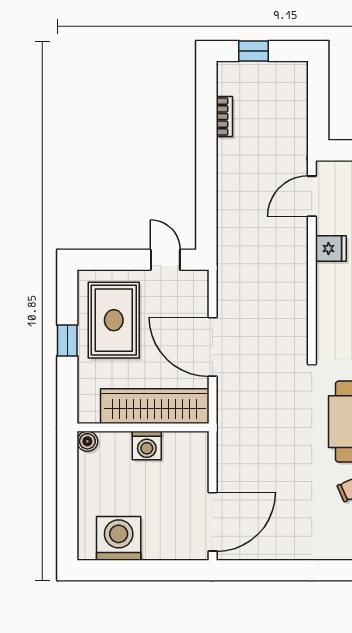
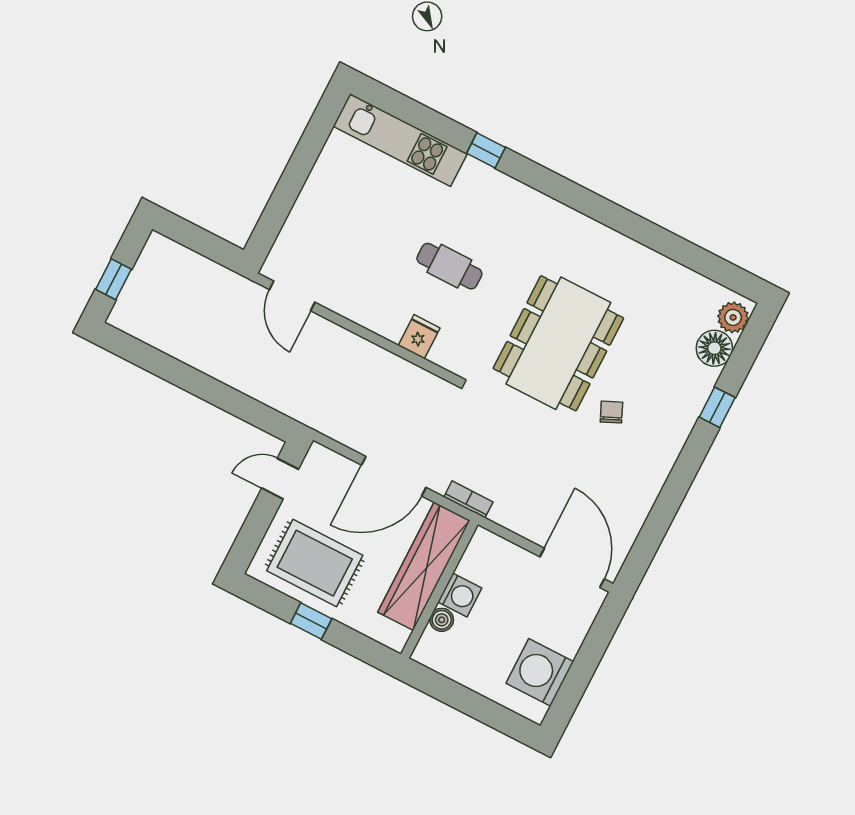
bookcase: (224, 116) -> (468, 499), moved
fridge: (331, 248) -> (419, 337), moved
boiler: (87, 441) -> (442, 620), moved

